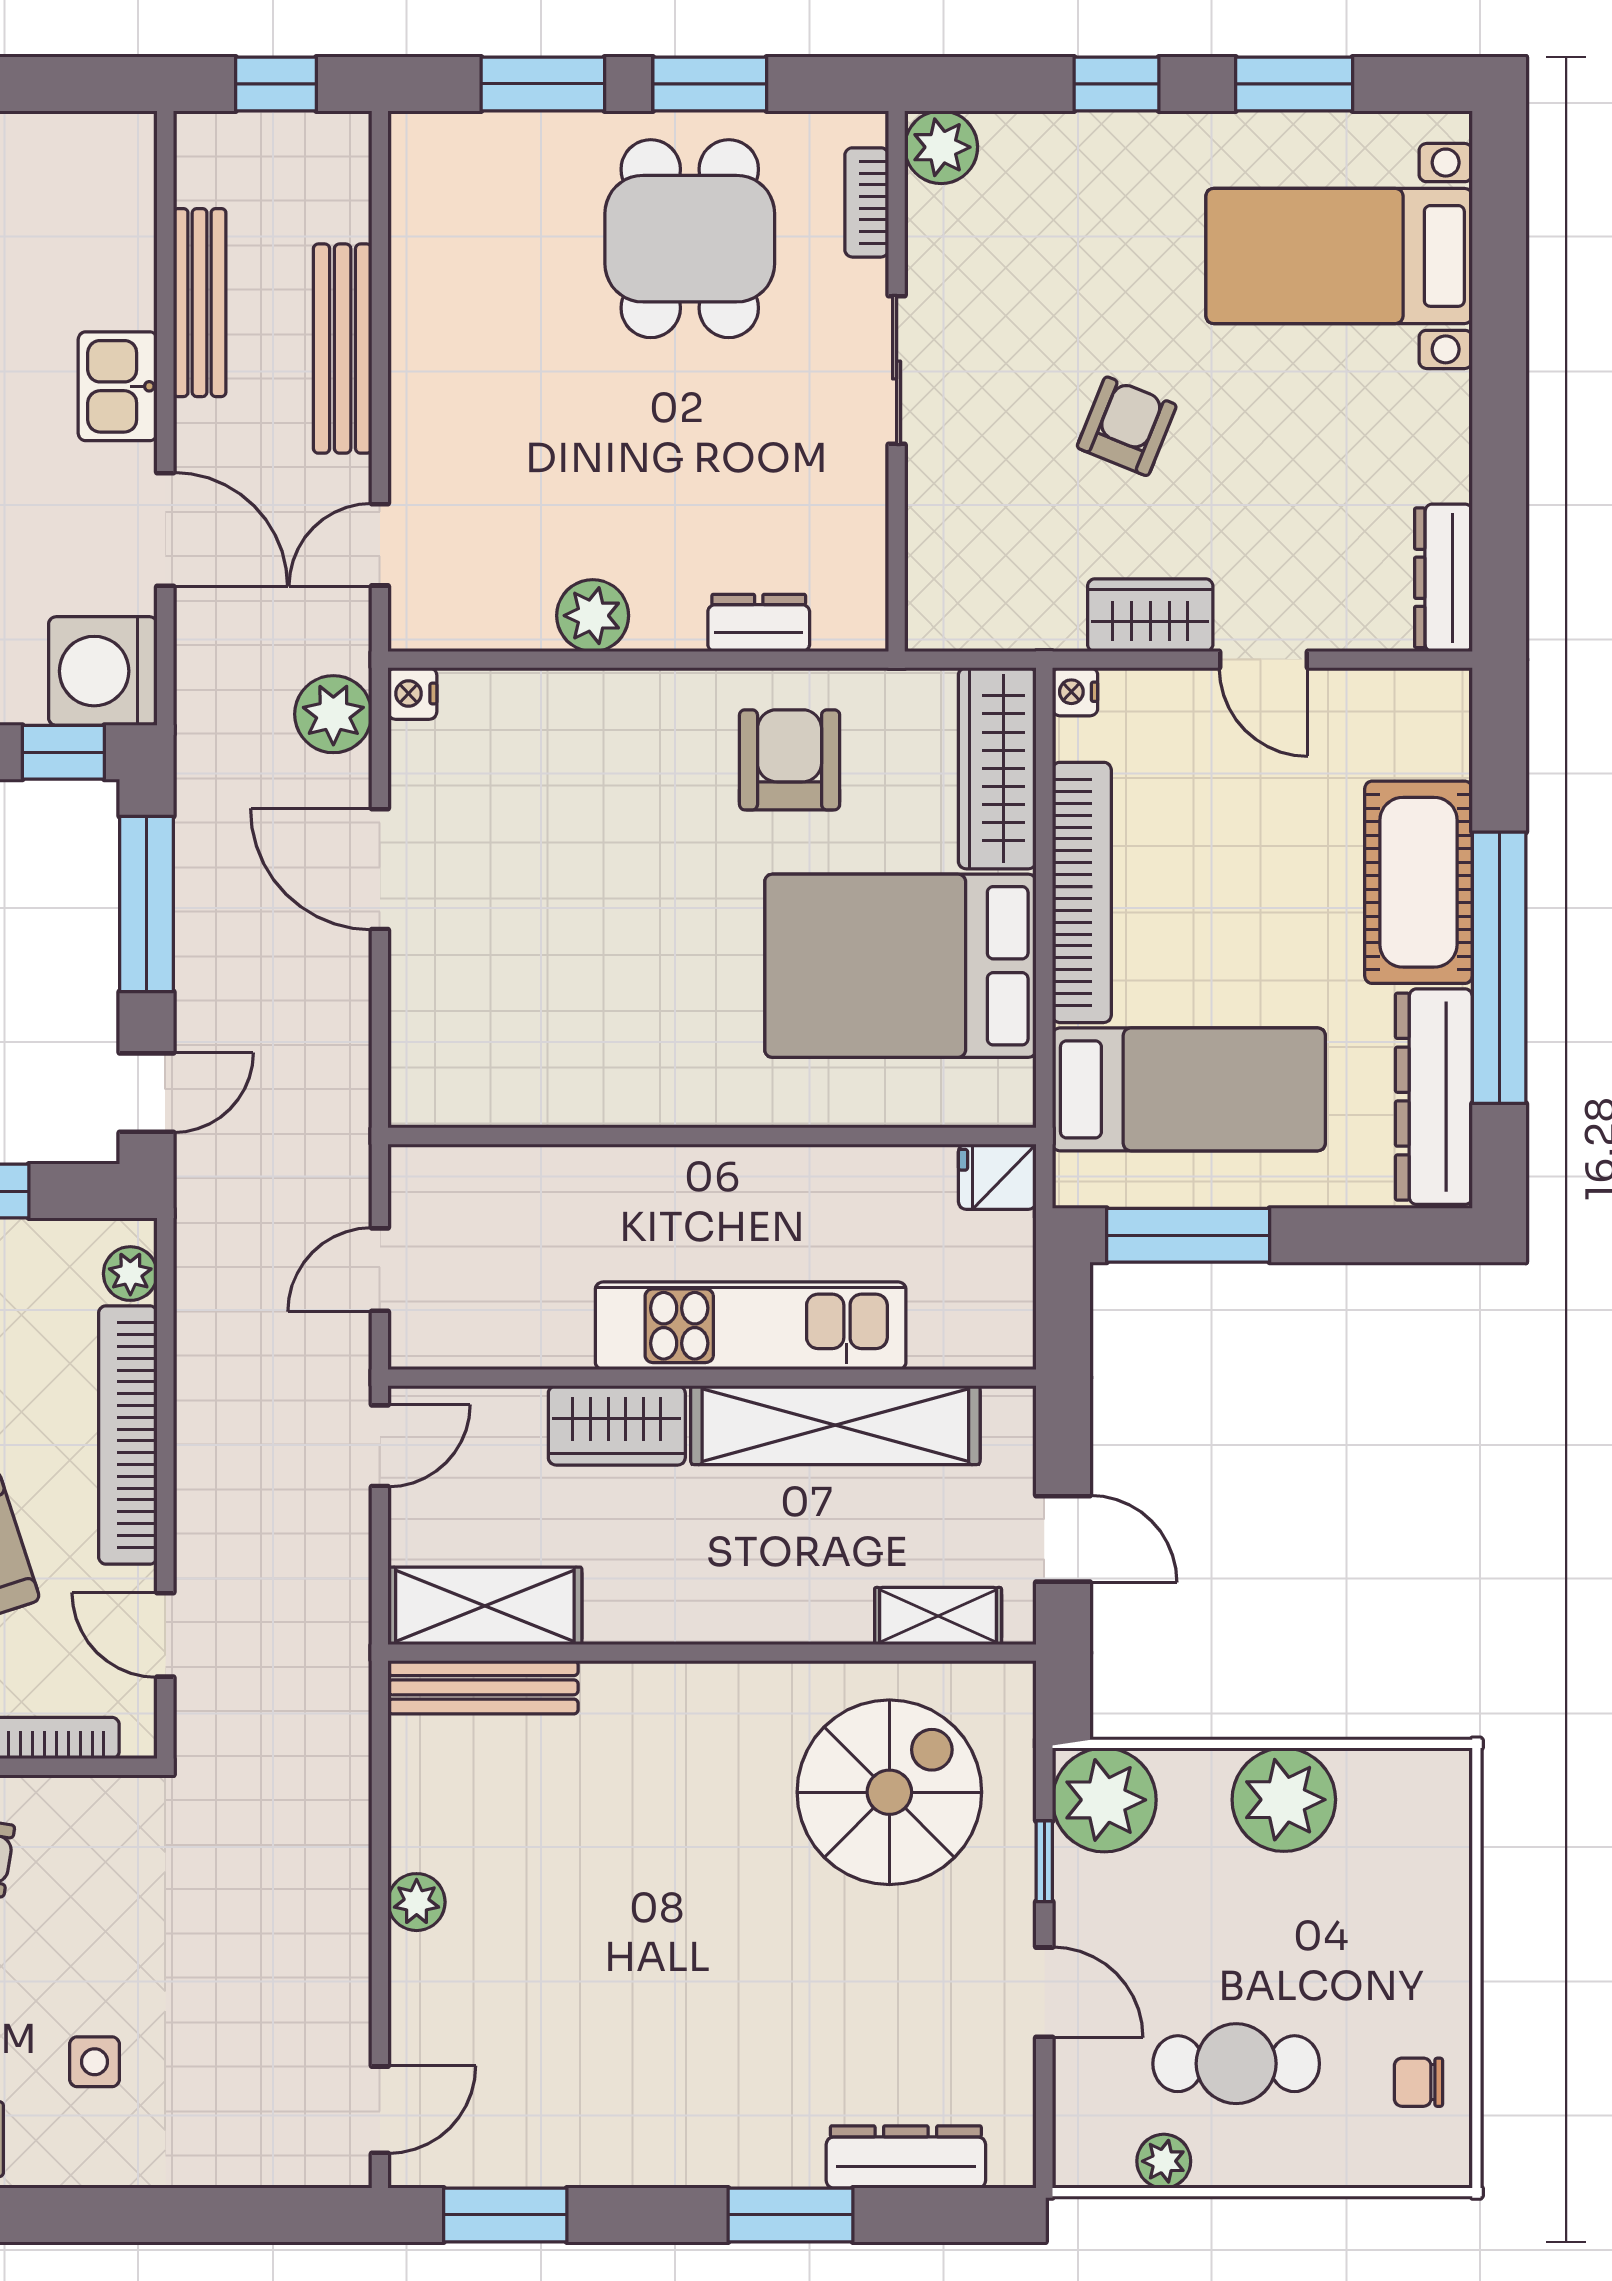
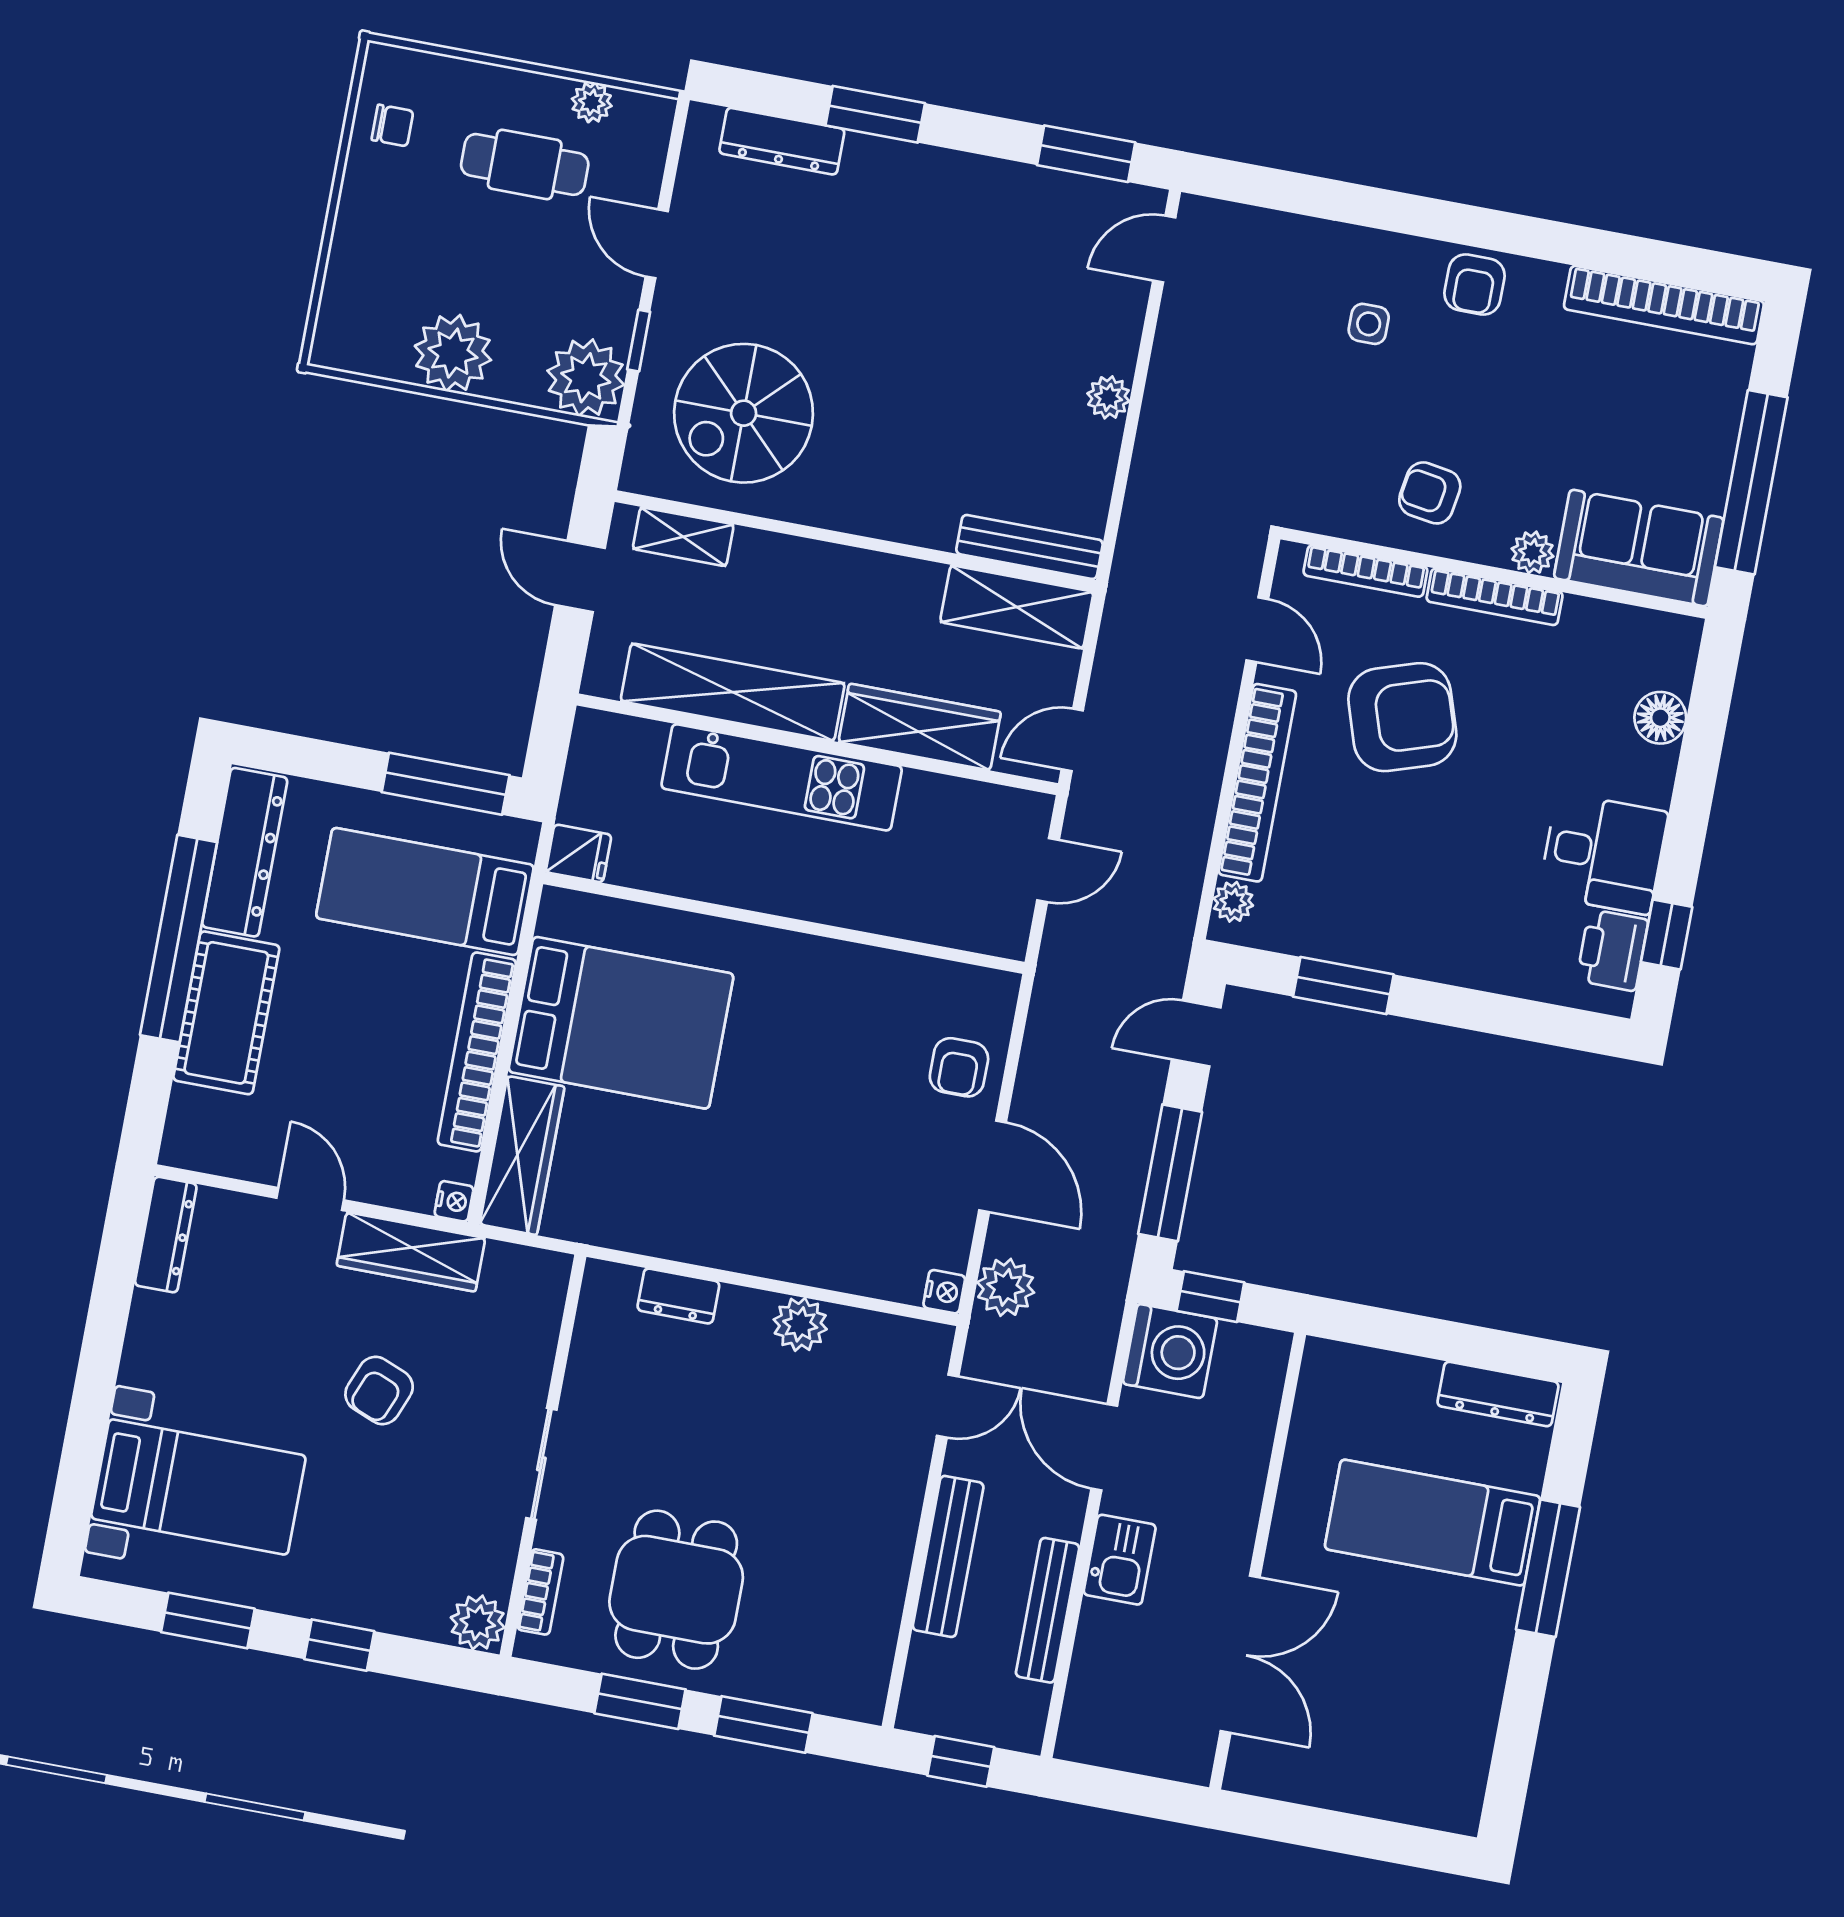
wardrobe: (1150, 615) -> (411, 1252), width x1.50
armchair: (790, 760) -> (959, 1067), moved, width x0.72, depth x0.72
wardrobe: (617, 1425) -> (920, 727), width x1.50

